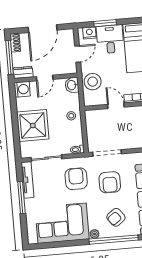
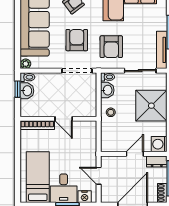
door: (78, 54) -> (99, 176), hinge flipped
stool: (93, 82) -> (86, 146), removed
washbasin: (72, 85) -> (107, 90), moved

